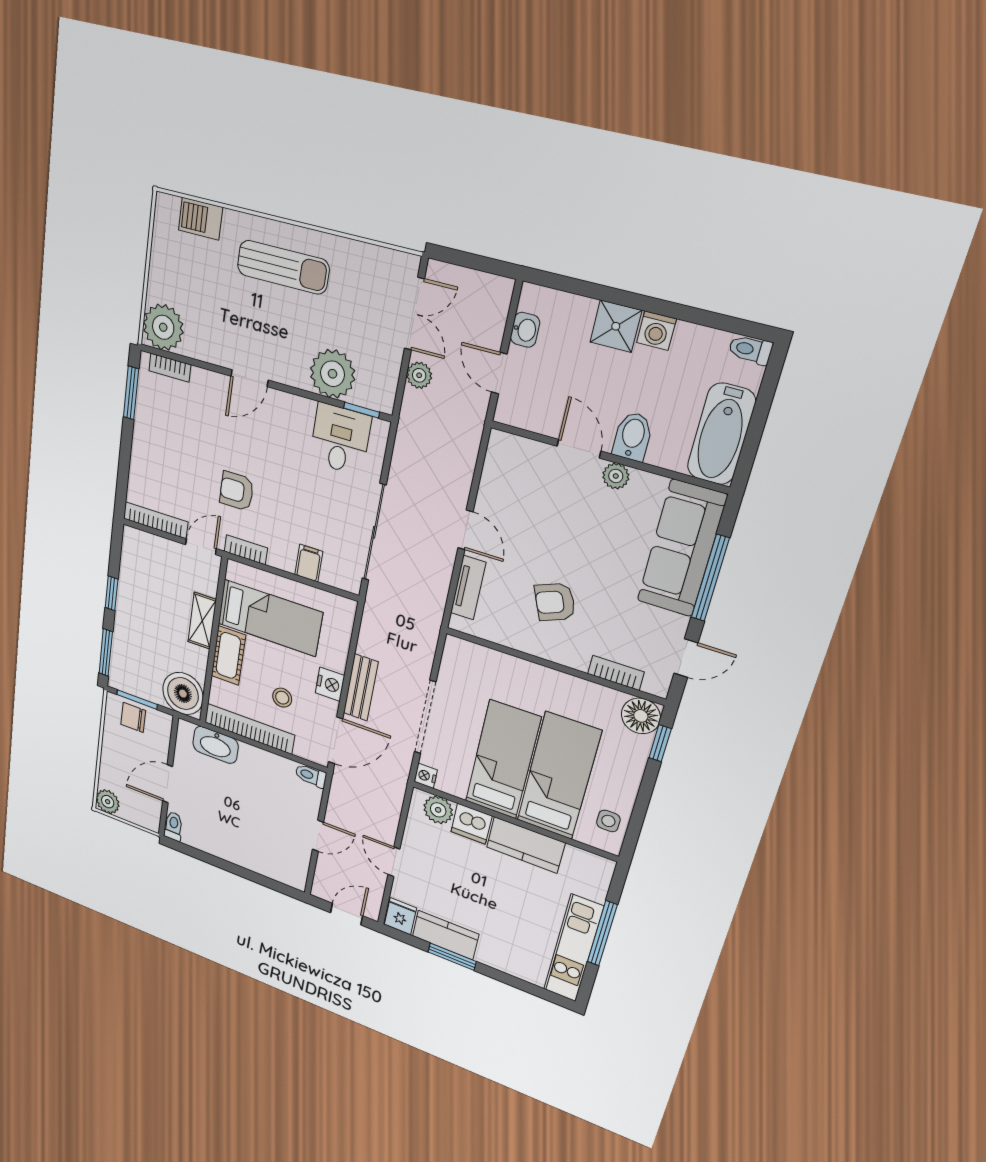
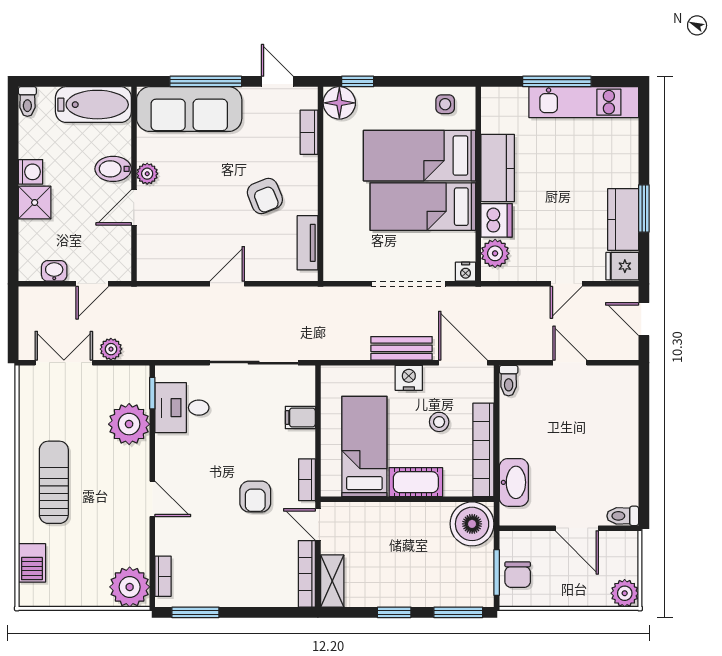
tv unit: (468, 588) -> (308, 243), moved, turned -90
shelving: (202, 621) -> (332, 581), moved, turned 90

